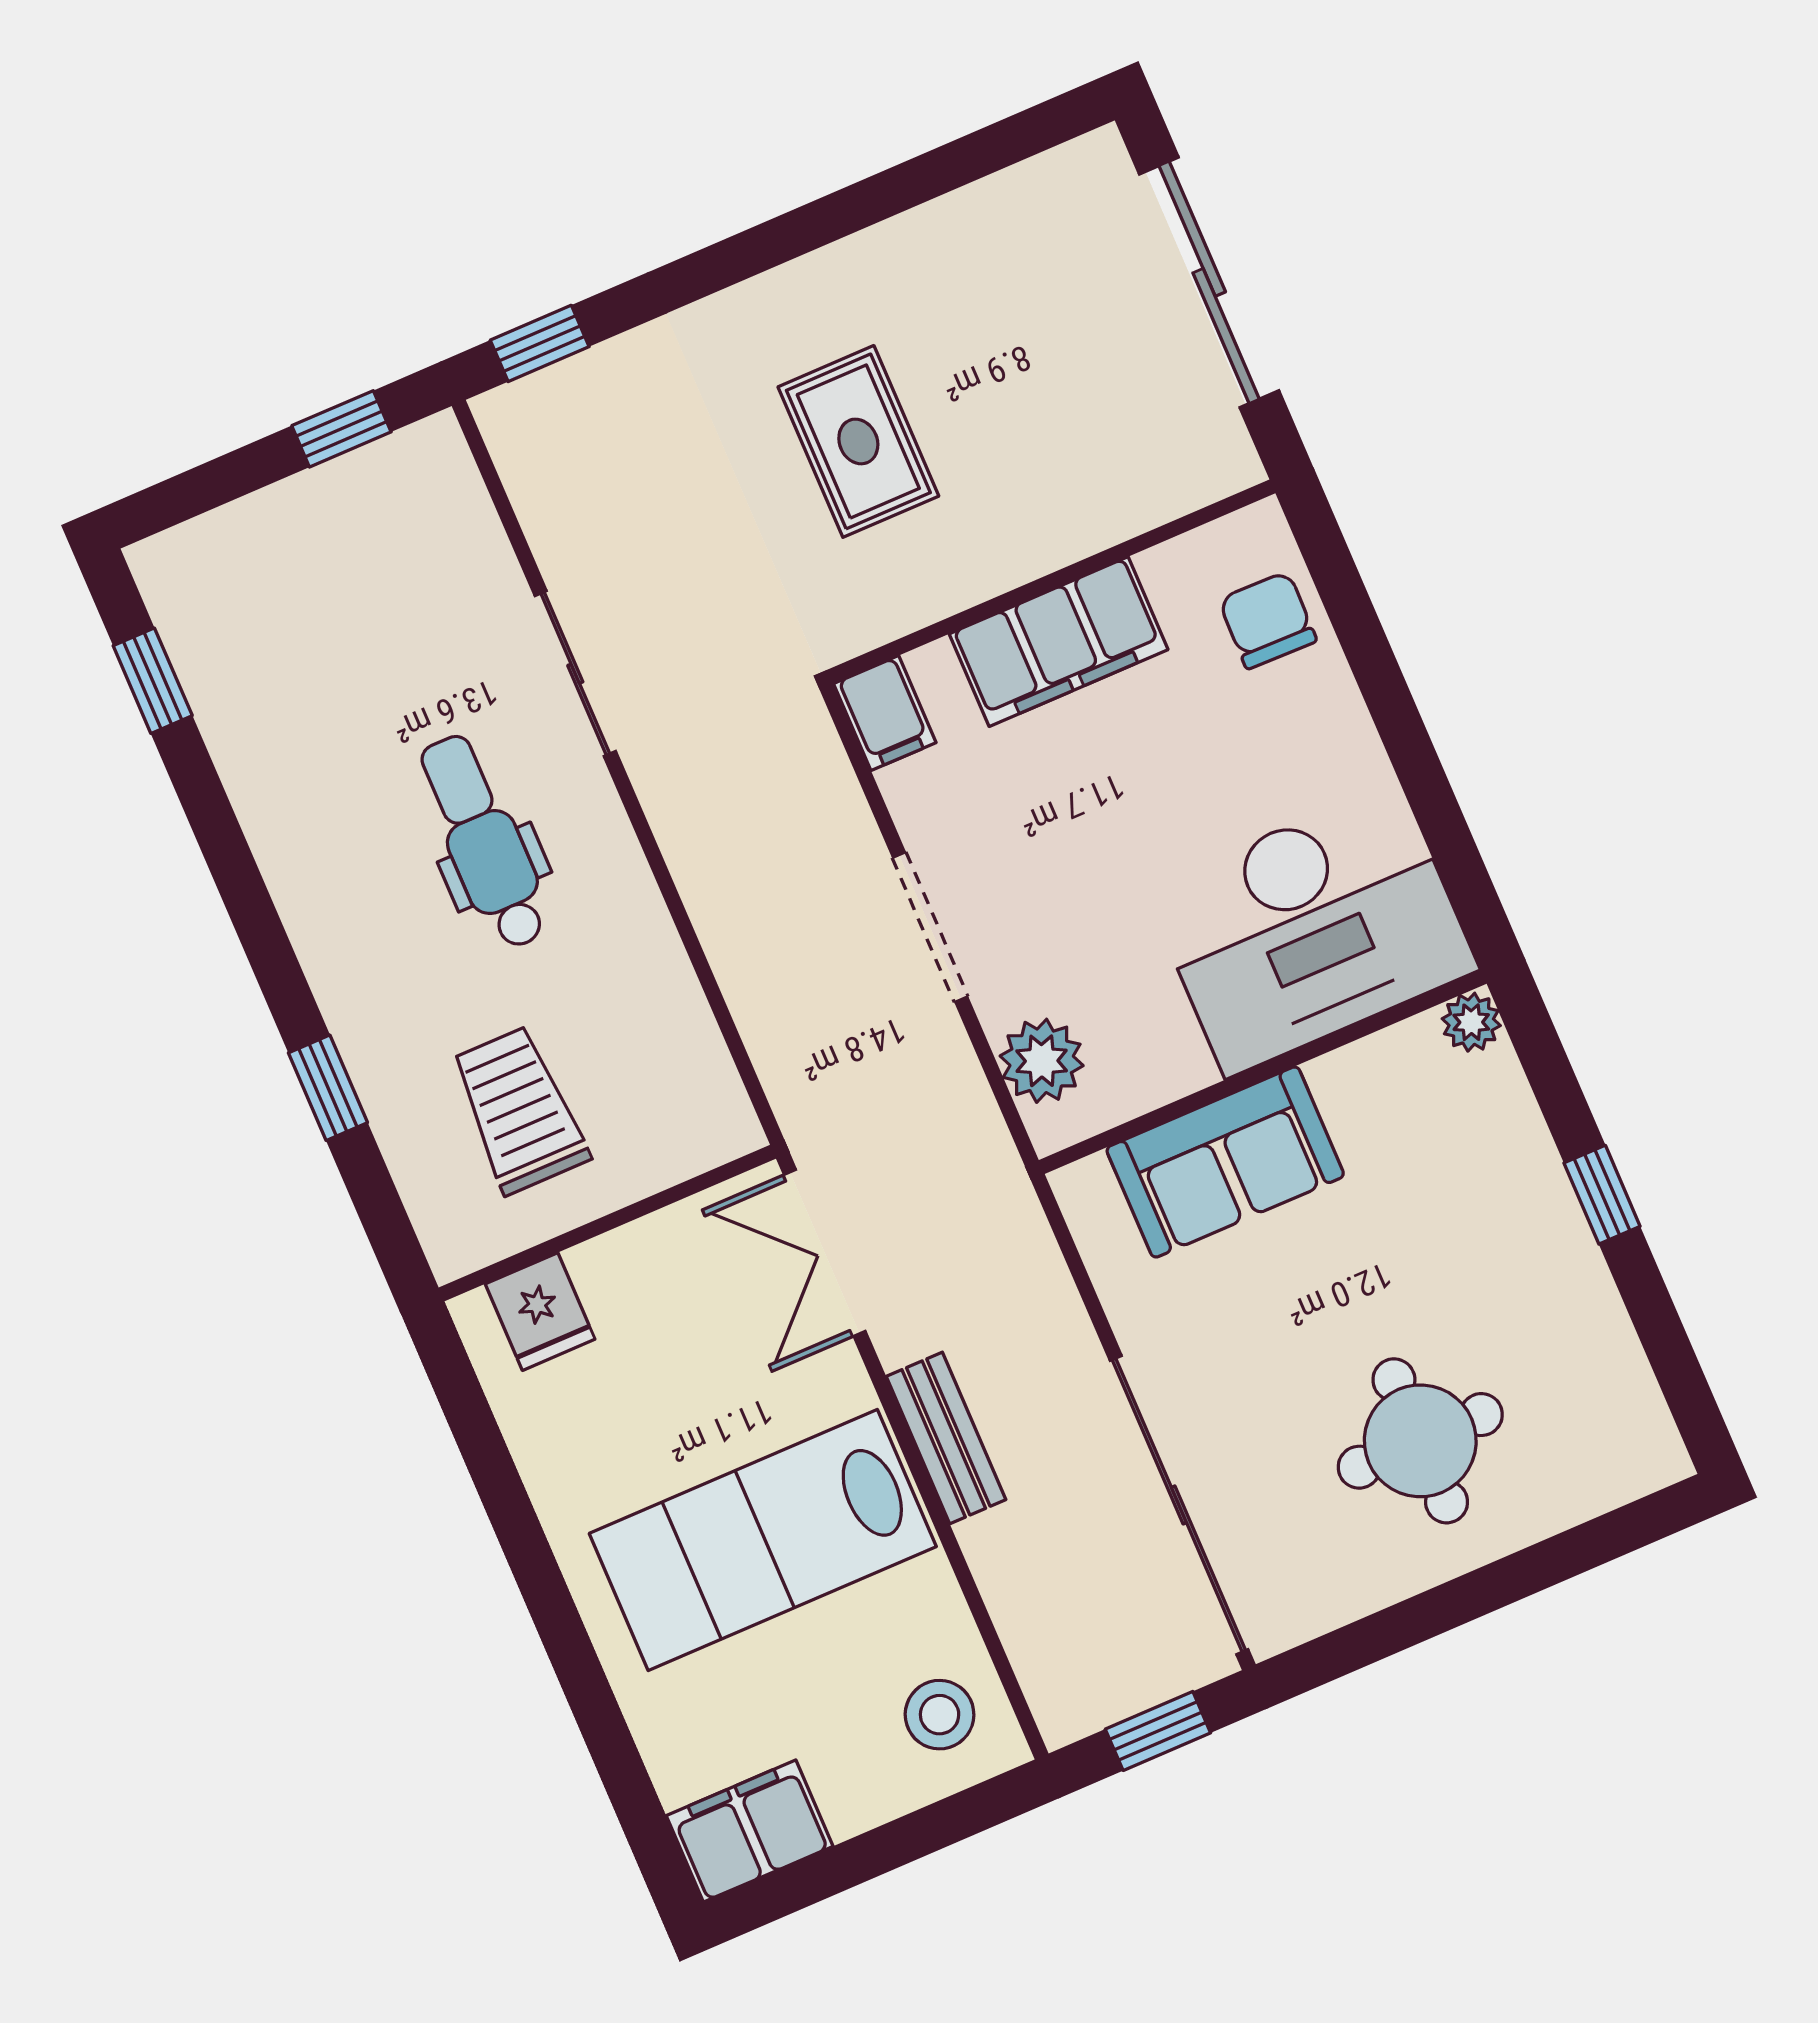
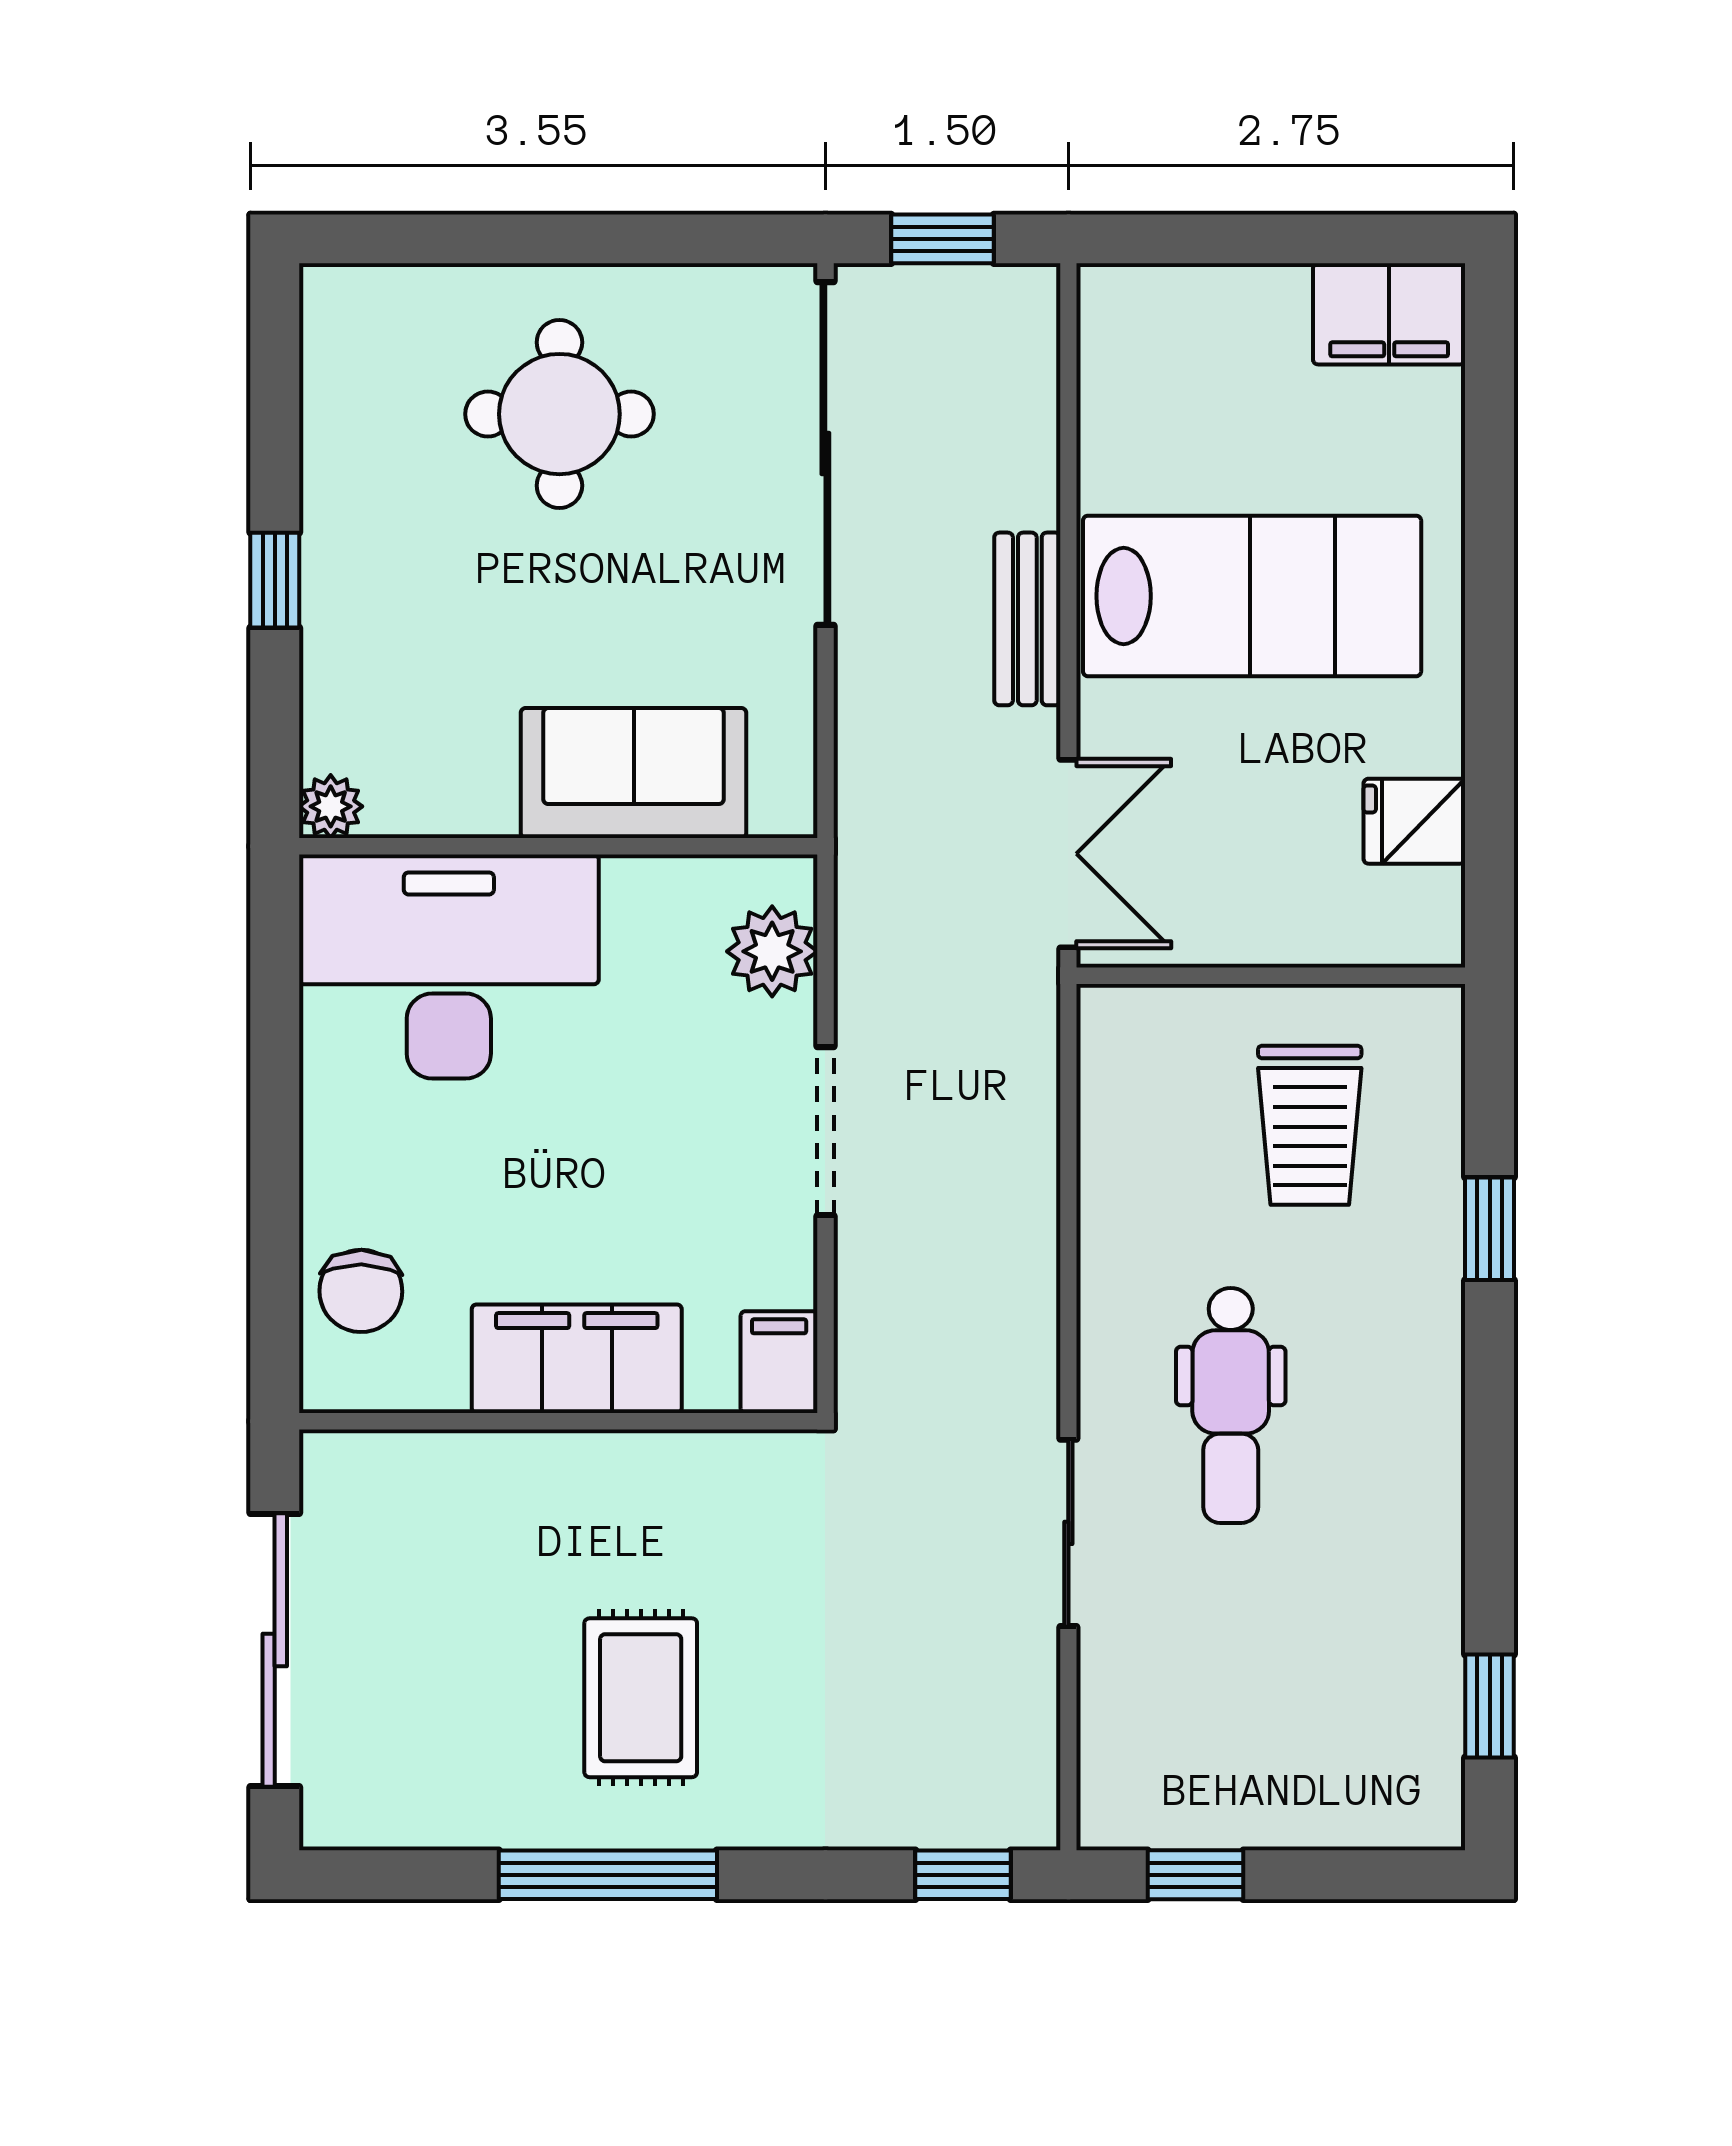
window: (842, 213) -> (608, 1875), added
rug: (858, 441) -> (641, 1698), moved
fridge: (540, 1312) -> (1414, 821), moved, turned -90
stool: (940, 1715) -> (1152, 348), removed

